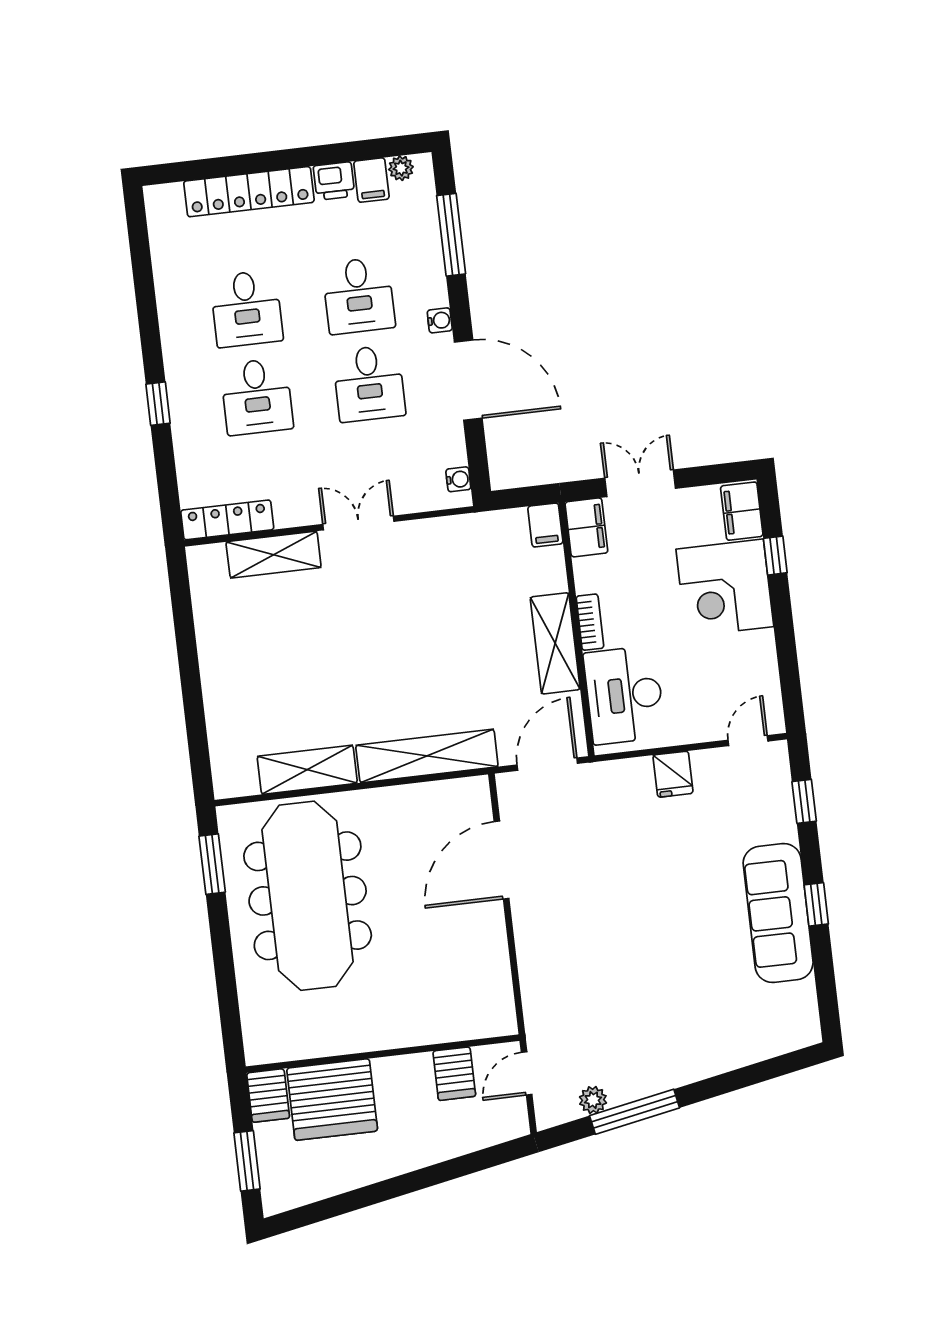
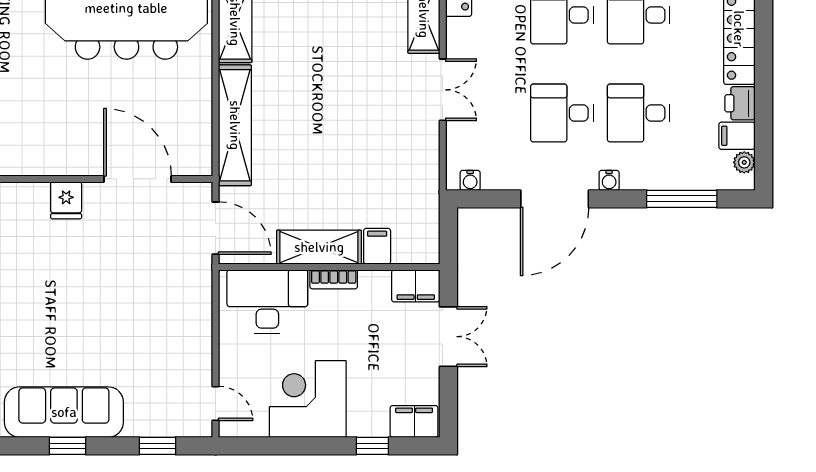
filing cabinet: (545, 525) -> (377, 246), moved, turned 90
corner desk: (725, 588) -> (308, 399), moved
fridge: (673, 774) -> (66, 200), moved, turned -90

